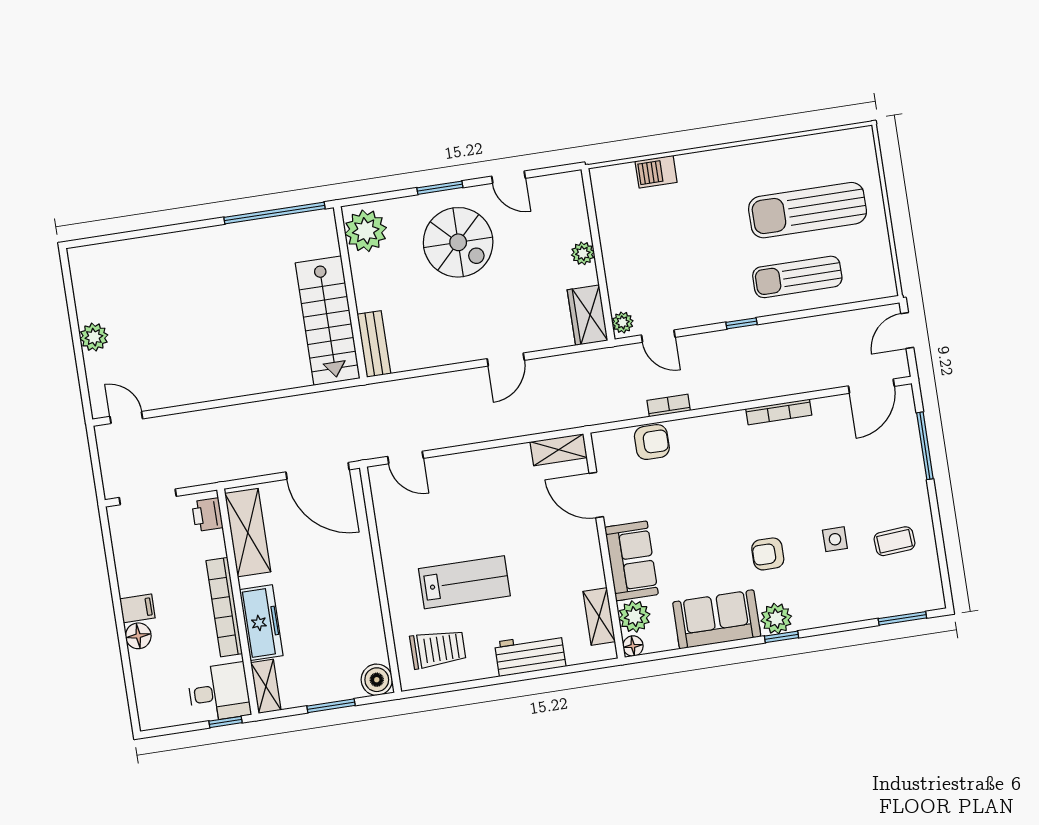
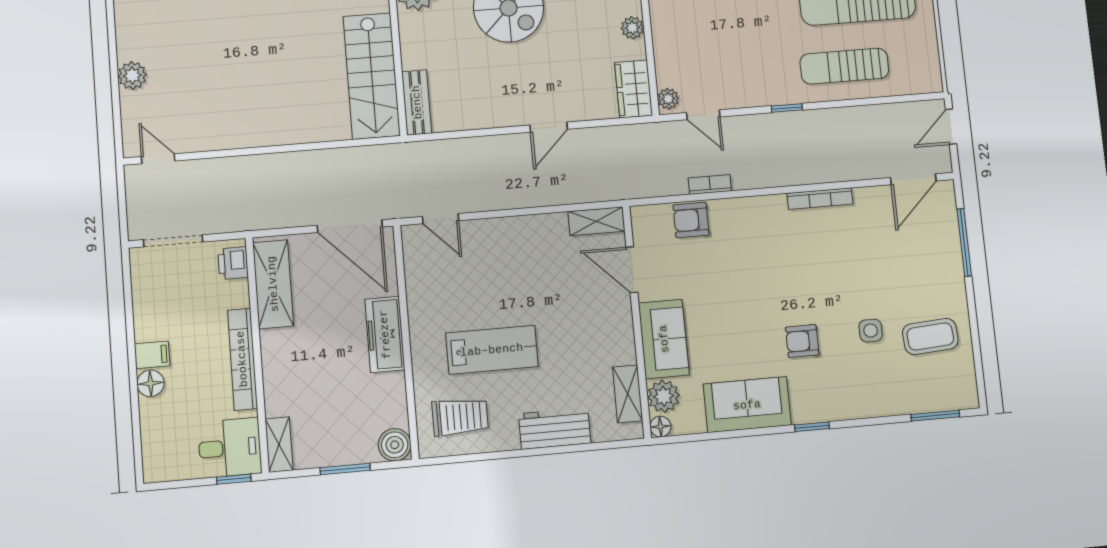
armchair: (652, 442) -> (691, 220), turned 180
coffee table: (894, 541) -> (930, 336), width x1.36, depth x1.30
plant: (776, 619) -> (808, 408), removed
freezer: (261, 623) -> (385, 334), moved, turned 180

